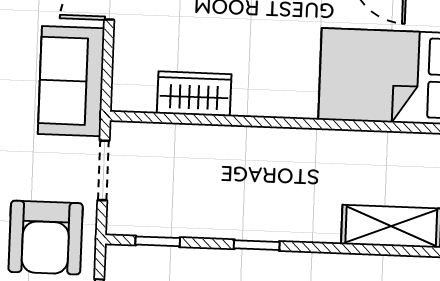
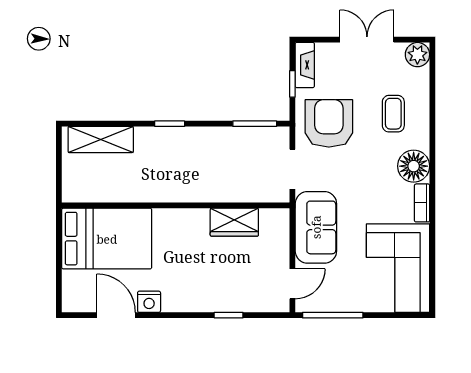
window: (158, 241) -> (255, 124), width x1.50
window: (257, 245) -> (170, 124), moved

